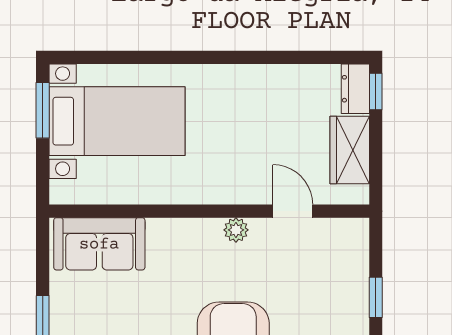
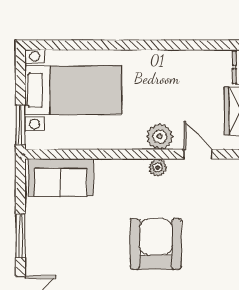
window: (43, 110) -> (20, 125), moved
plant: (239, 186) -> (160, 137), added

